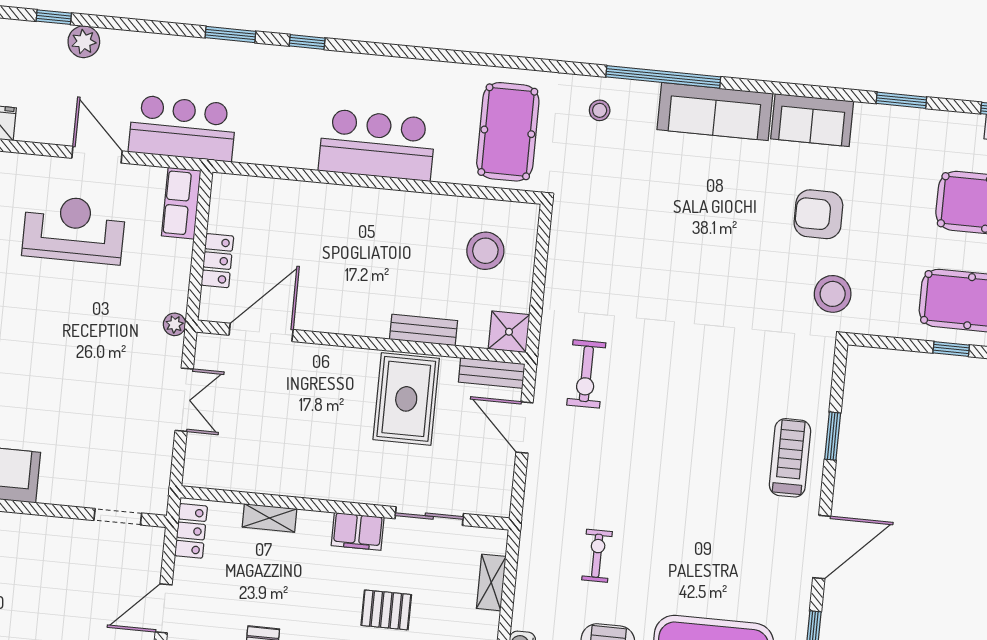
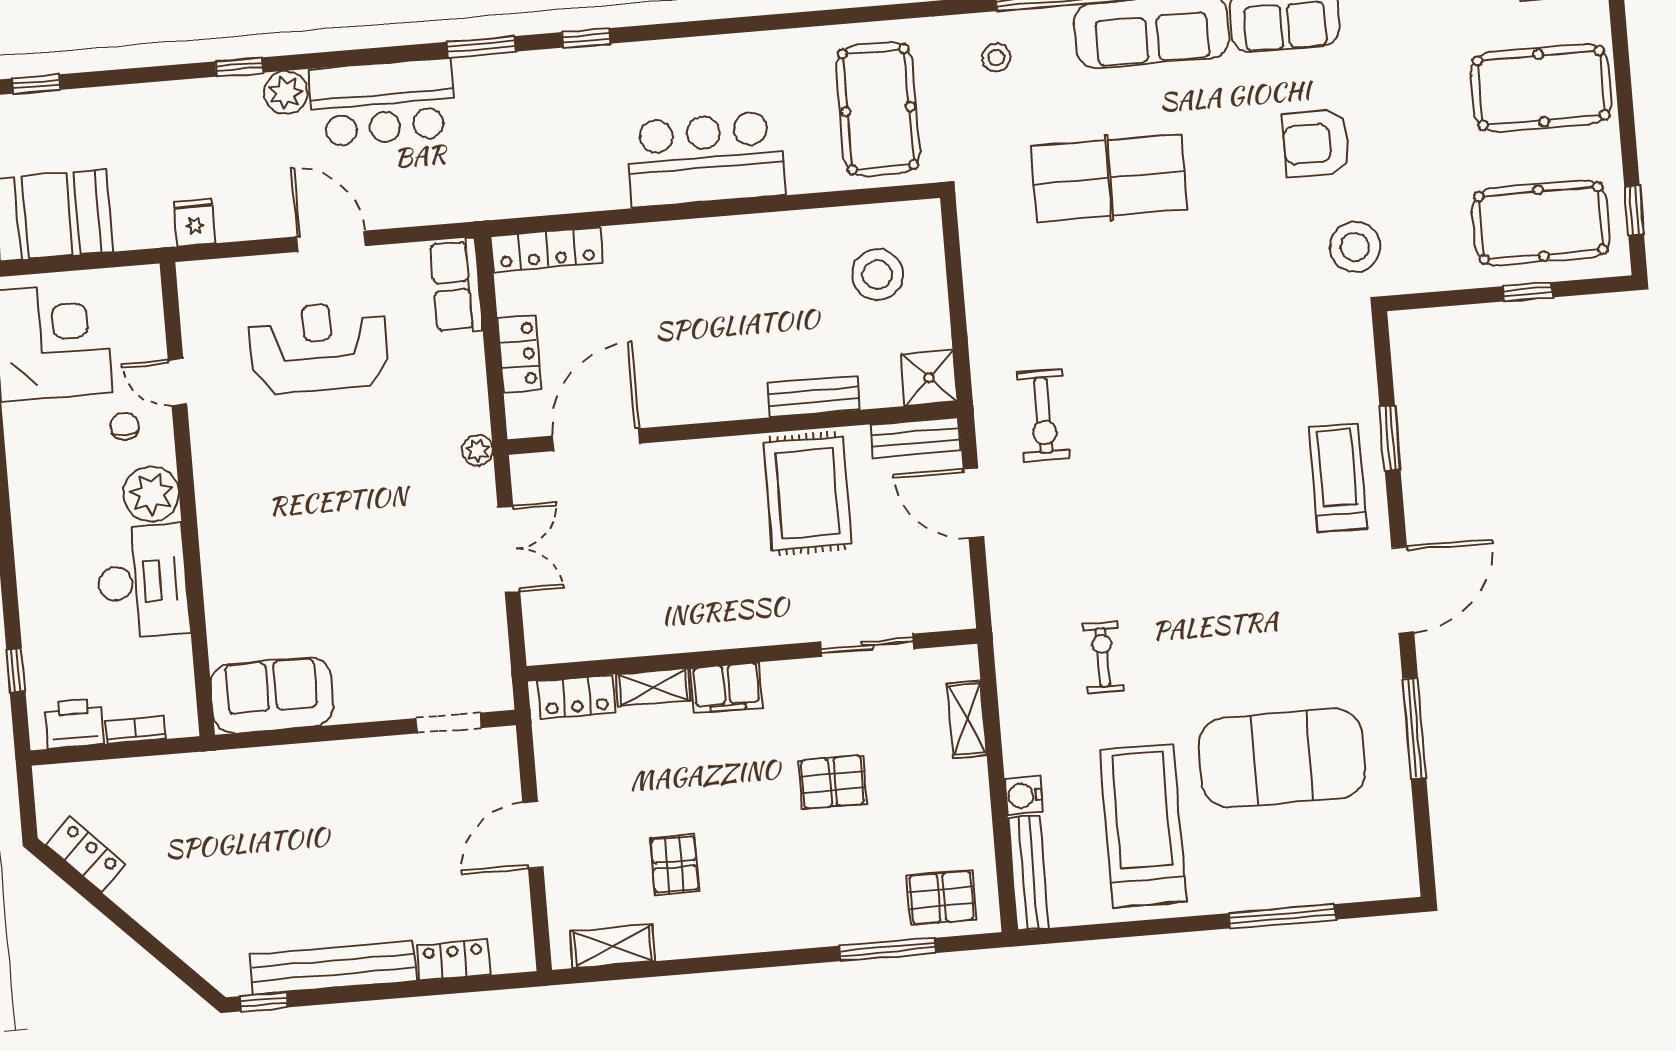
bar counter: (182, 128) -> (383, 102), moved, turned 180
locker: (251, 189) -> (547, 249), added
table tennis table: (665, 212) -> (1109, 178), added
locker: (191, 531) -> (577, 697), moved, turned 90
filing cabinet: (358, 531) -> (727, 688), moved

